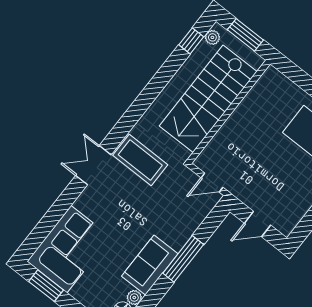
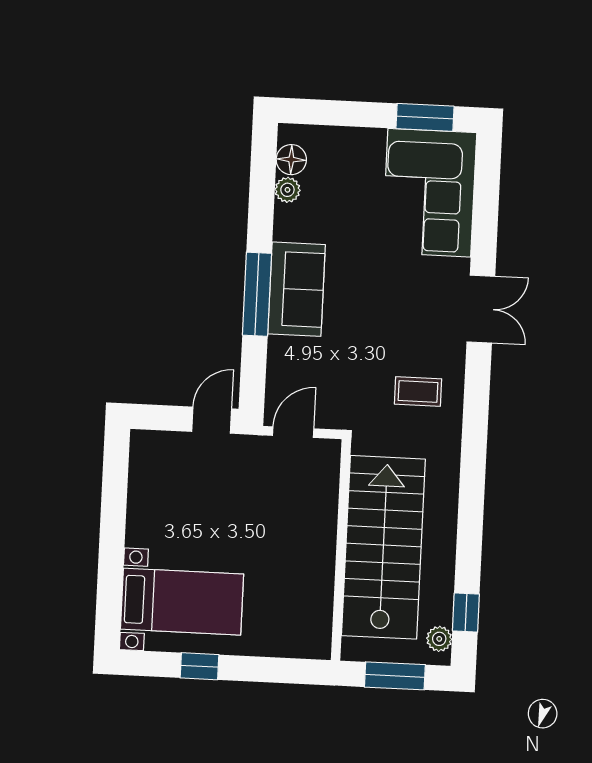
coffee table: (140, 160) -> (418, 391), width x0.54, depth x0.58
double door: (93, 165) -> (481, 309), moved
door: (258, 224) -> (212, 420), moved
sofa: (150, 265) -> (296, 289), moved

